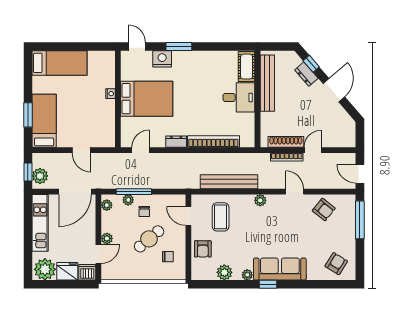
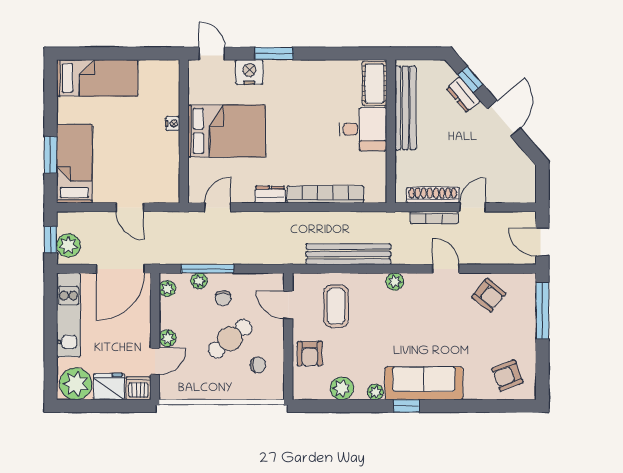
armchair: (336, 264) -> (507, 375), turned -143

